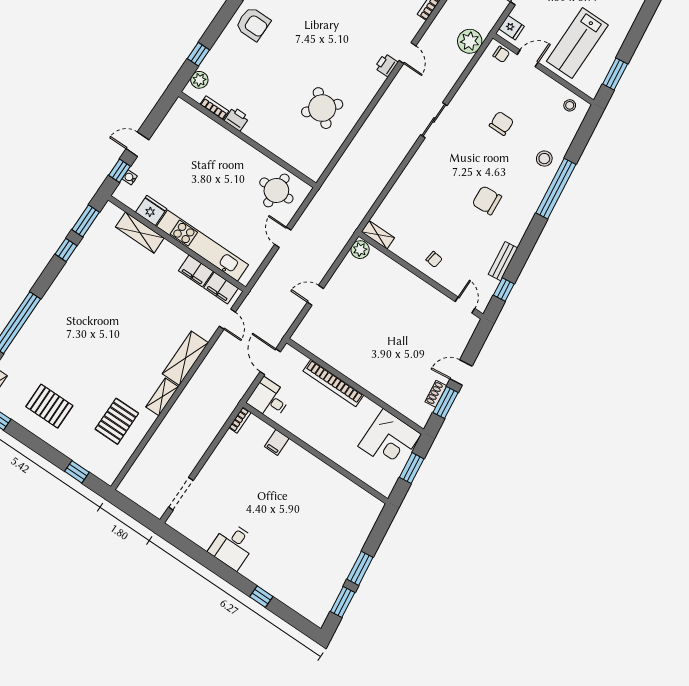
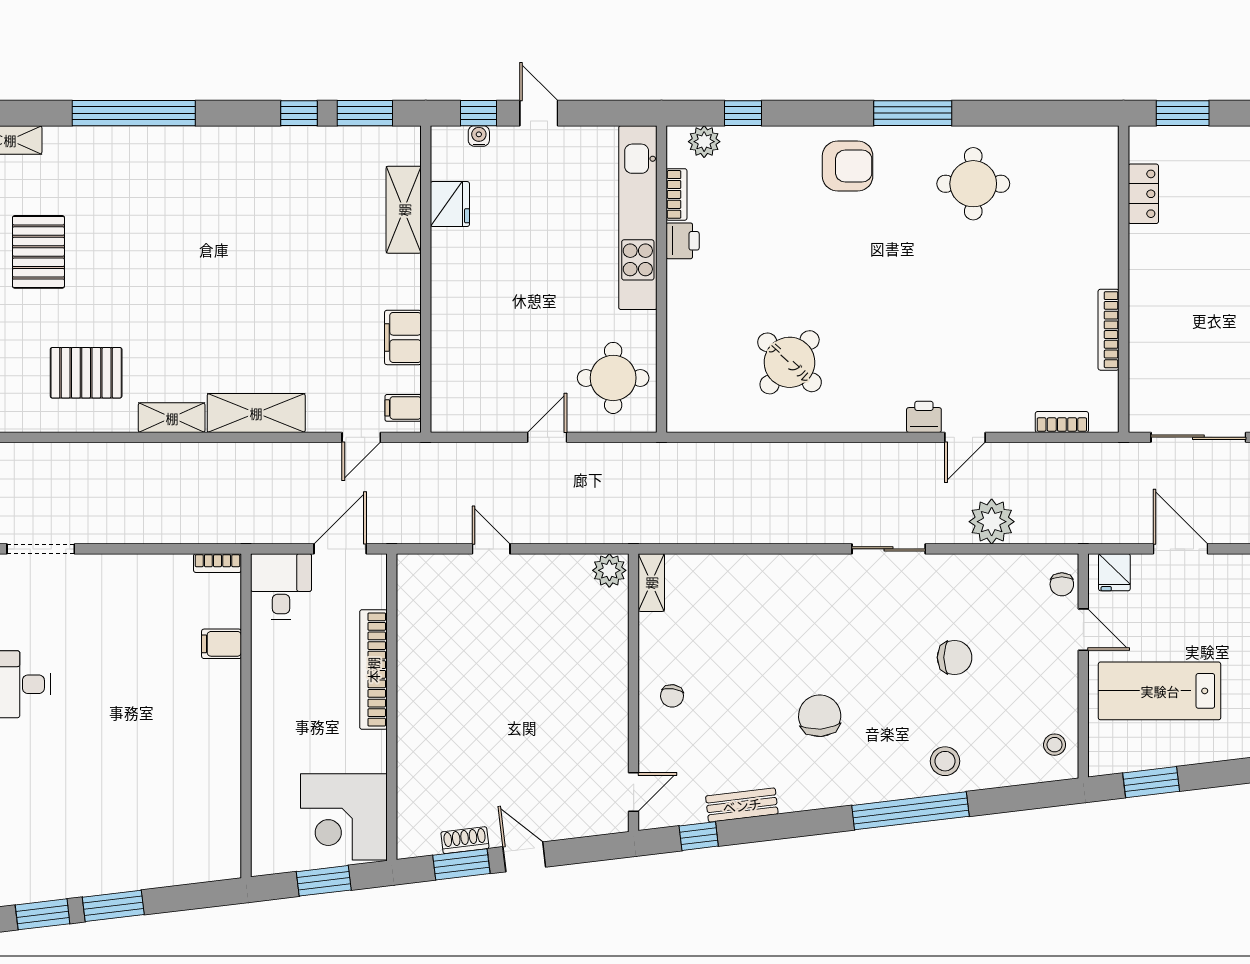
armchair: (253, 24) -> (848, 166), turned -90
plant: (470, 41) -> (992, 522), moved
kitchen unit: (203, 246) -> (638, 218), moved, turned 180
filing cabinet: (221, 288) -> (403, 408), width x0.50

